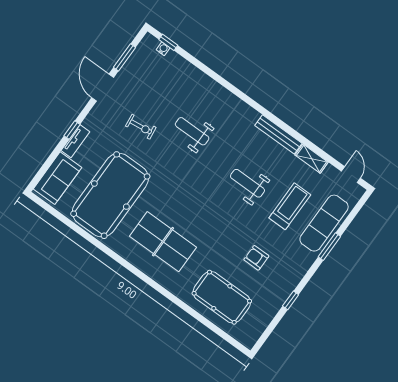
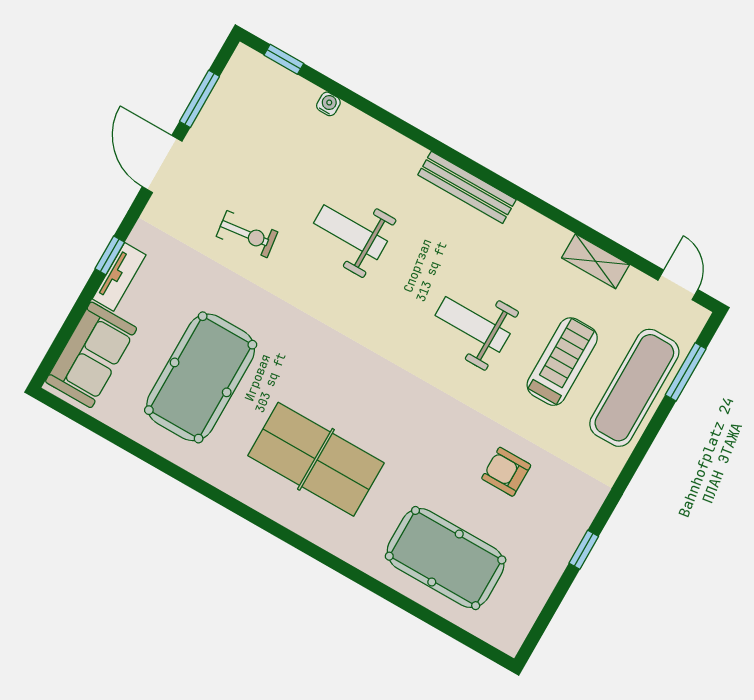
water cooler: (163, 49) -> (328, 104), moved
bench: (278, 134) -> (467, 187), moved
pool table: (110, 195) -> (201, 377), width x0.73, depth x0.76
window: (329, 247) -> (686, 372), moved

